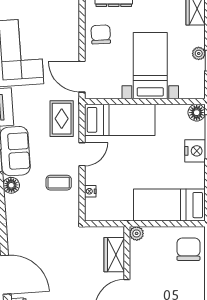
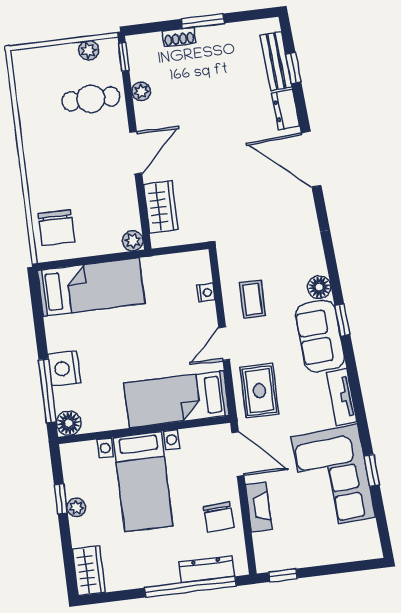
fireplace: (72, 38) -> (259, 507), added
coffee table: (59, 183) -> (252, 299), turned 90

